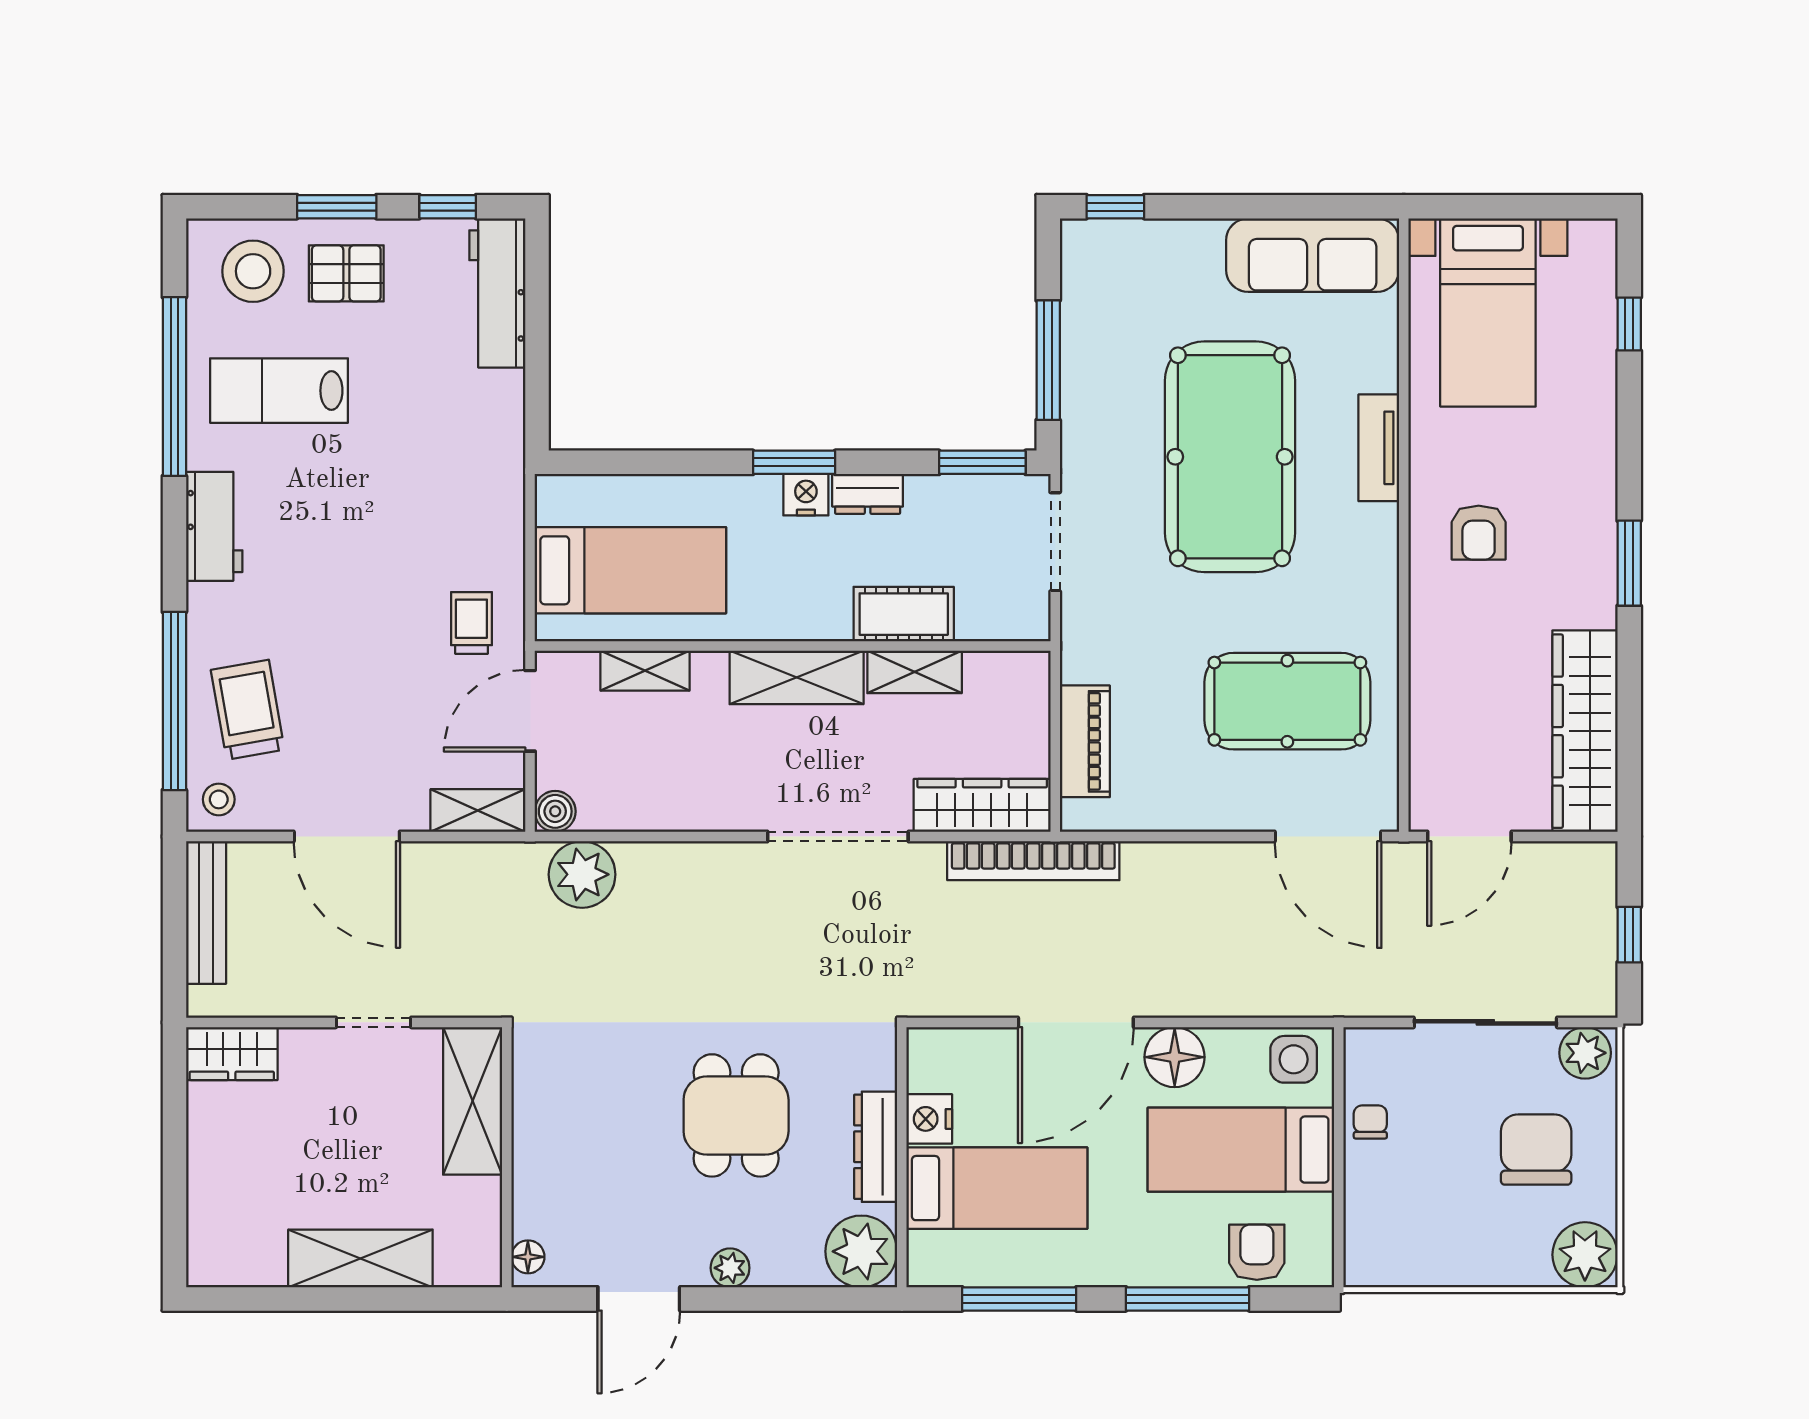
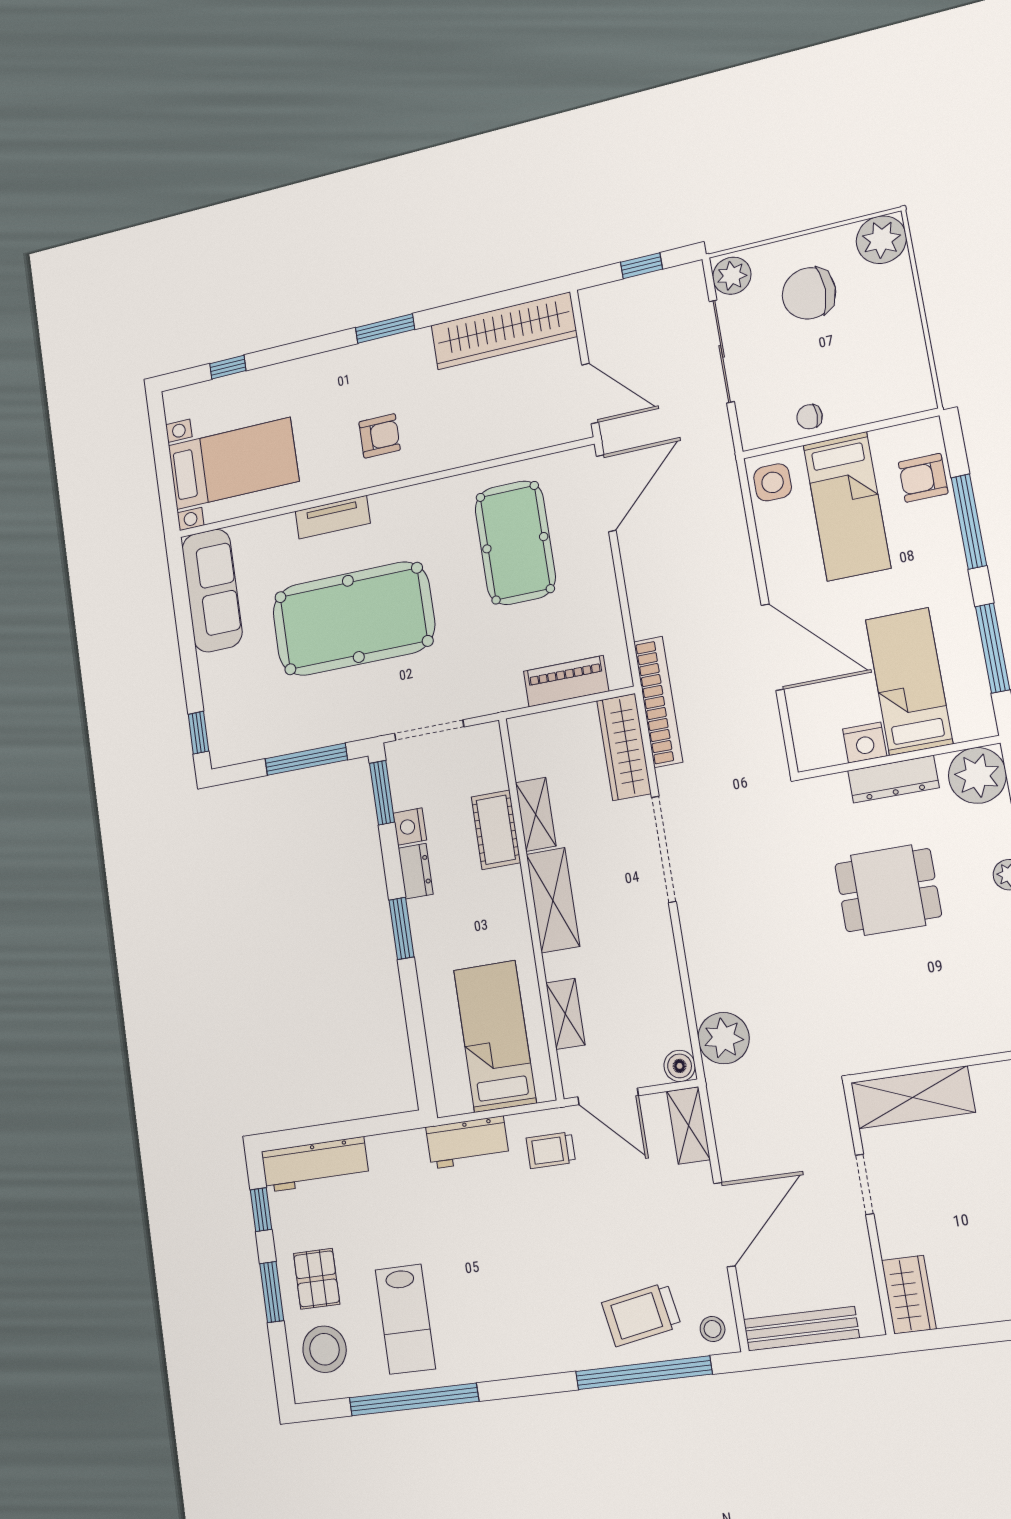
nightstand: (806, 495) -> (410, 827), moved
workbench: (214, 526) -> (467, 1142), moved, turned 180
floor lamp: (1175, 1057) -> (786, 569), removed

